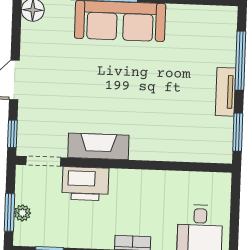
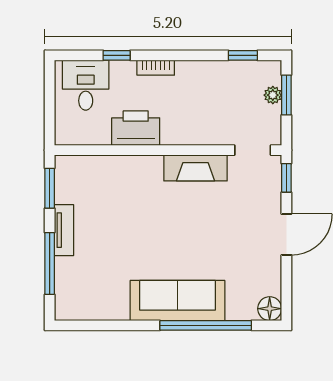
printer: (85, 184) -> (136, 128), moved

